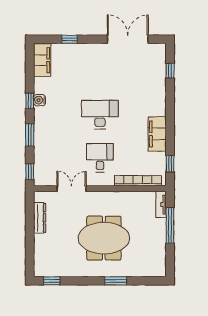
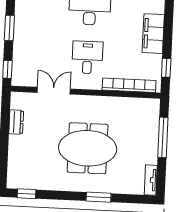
tv unit: (161, 205) -> (151, 180), moved
dresser: (40, 218) -> (16, 122), width x0.70

